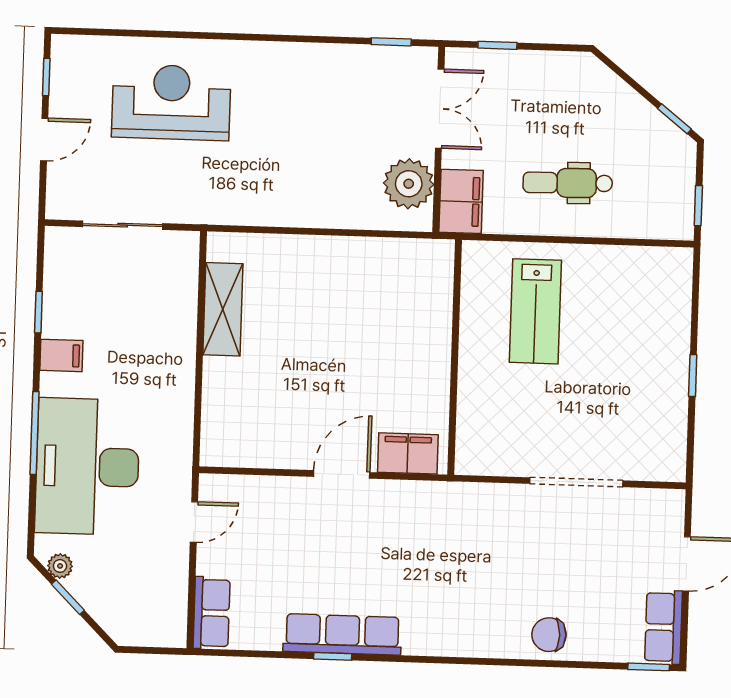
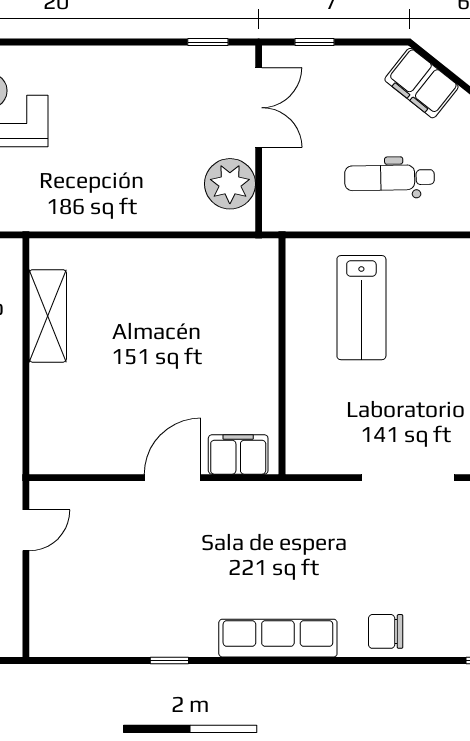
filing cabinet: (461, 201) -> (422, 83), moved, turned 129
row of seats: (212, 613) -> (47, 621), removed
row of seats: (342, 634) -> (278, 638), moved

